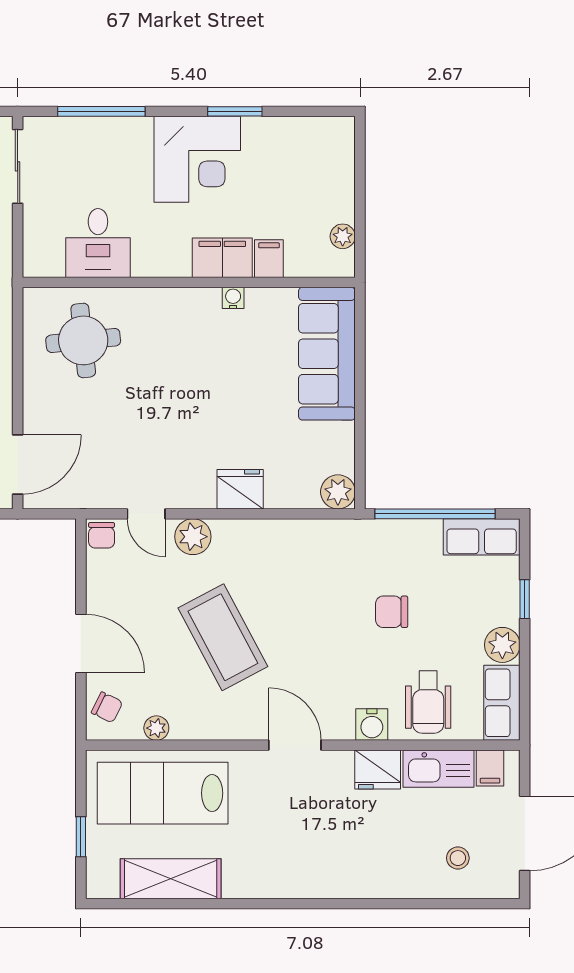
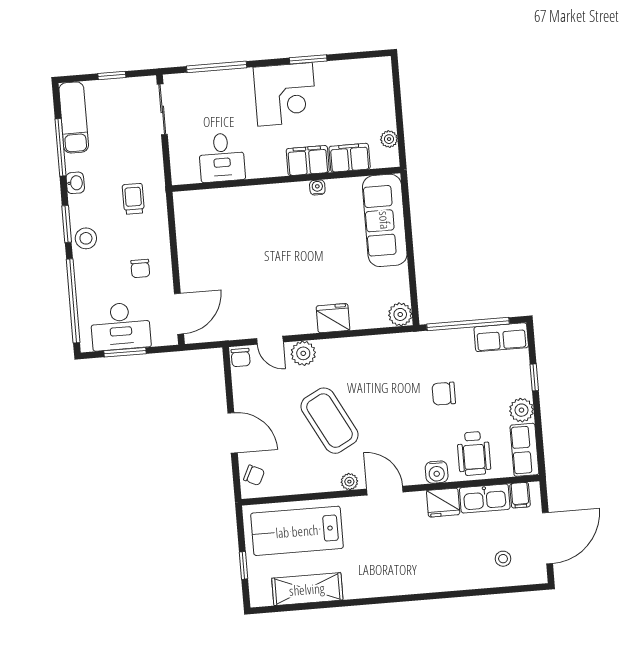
filing cabinet: (269, 259) -> (350, 158), width x2.00
round table: (83, 340) -> (217, 225), removed
plant: (156, 728) -> (349, 482), moved

